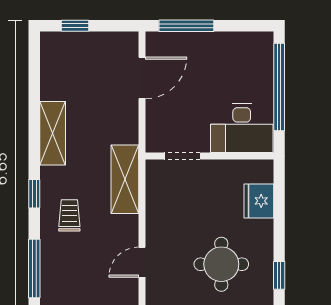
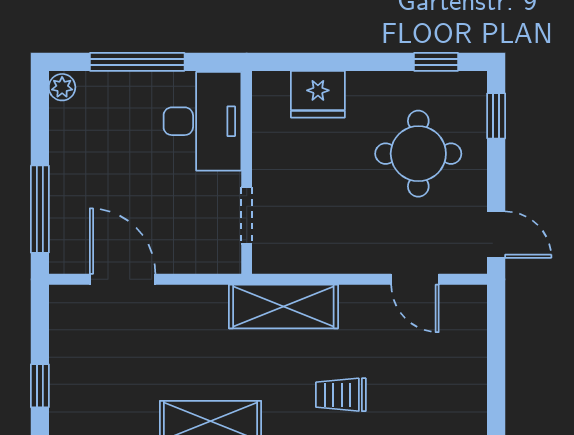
plant: (263, 40) -> (62, 87), added
window: (279, 87) -> (137, 62), width x0.68

